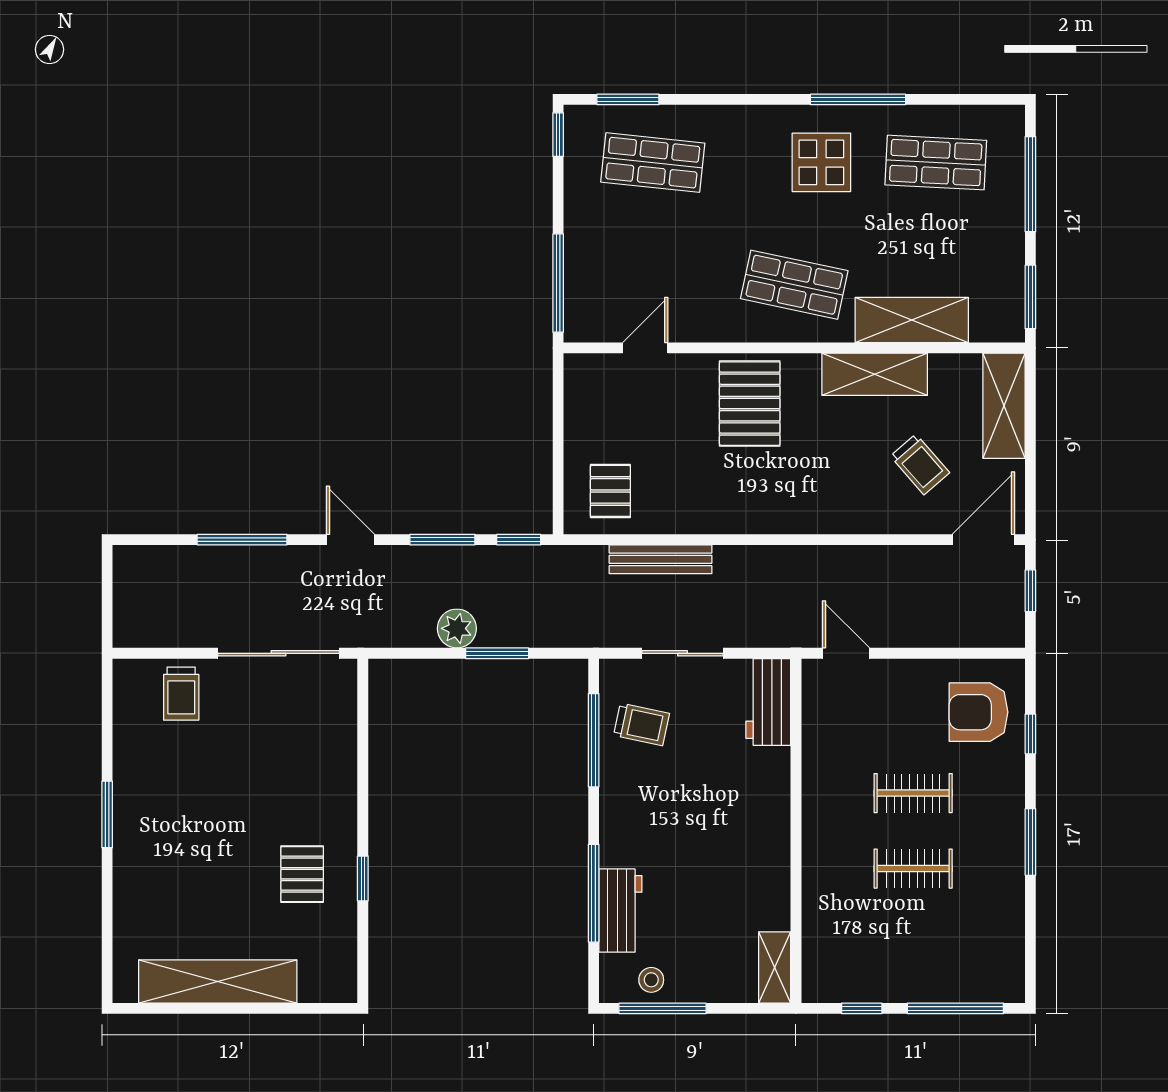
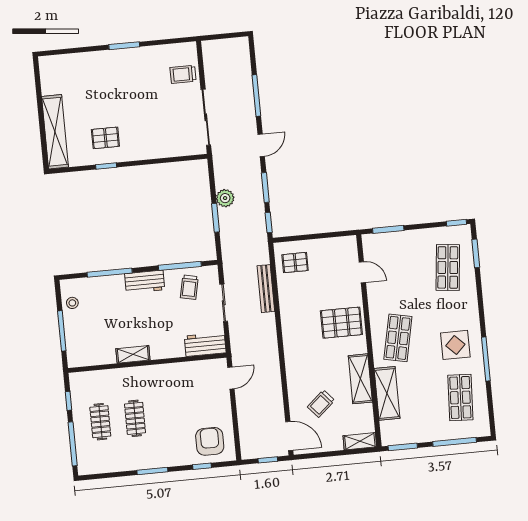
window: (558, 283) -> (388, 229), width x0.69
shelving: (1004, 406) -> (360, 441), width x0.67, depth x0.75
clothes rail: (913, 793) -> (100, 422), moved
workbench: (620, 911) -> (145, 282), moved
shelving: (775, 967) -> (133, 354), moved
shelving: (218, 981) -> (55, 132), moved
window: (662, 1008) -> (62, 331), moved

